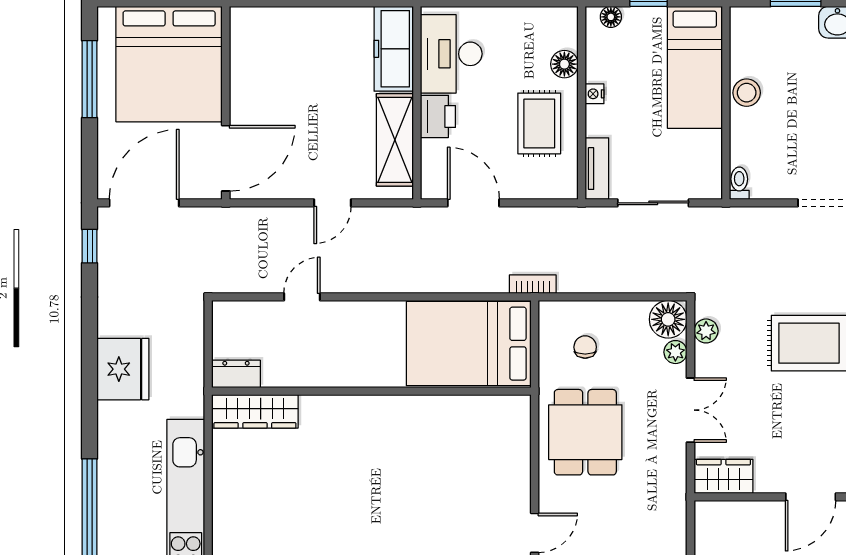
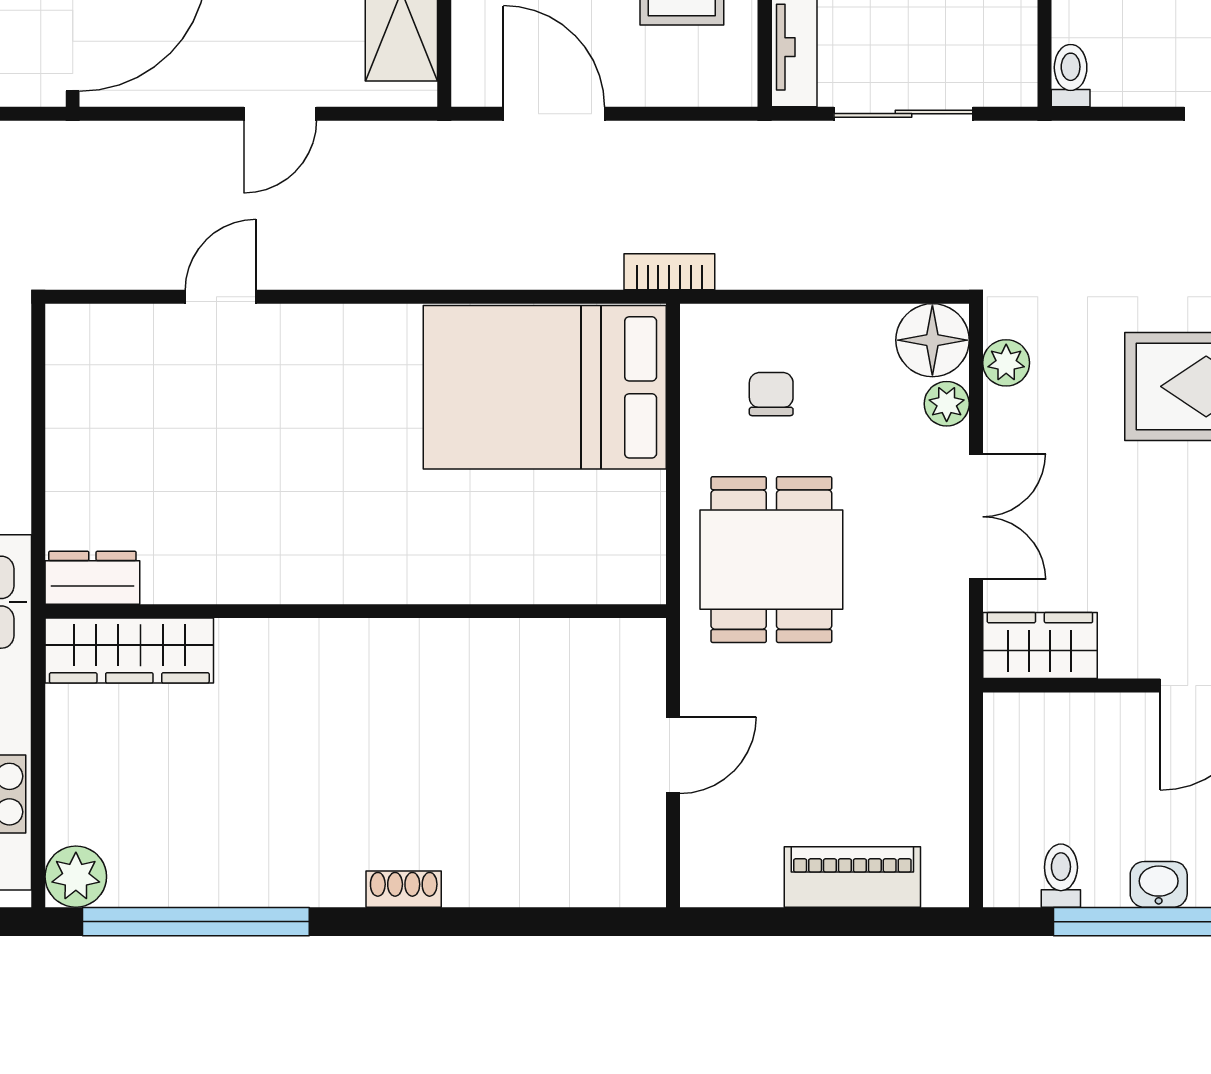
dresser: (236, 374) -> (92, 578), moved
wall: (371, 391) -> (356, 611), moved
wardrobe: (255, 411) -> (129, 651), moved

